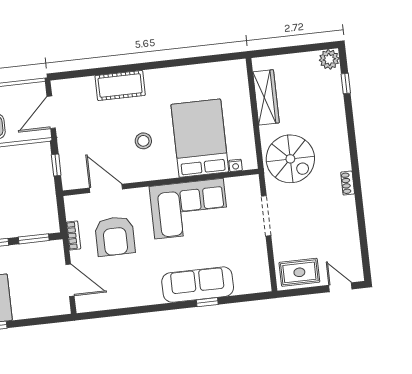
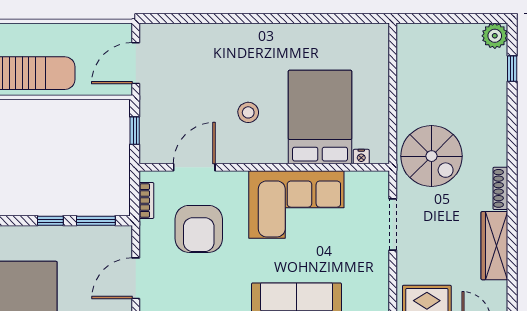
cot: (120, 85) -> (227, 39), removed
wardrobe: (266, 97) -> (494, 246), moved, turned 180
shoe rack: (348, 183) -> (500, 188), width x1.43
door: (106, 188) -> (194, 167), hinge flipped
bookcase: (73, 235) -> (146, 200), moved
door: (70, 280) -> (136, 278), swing flipped

